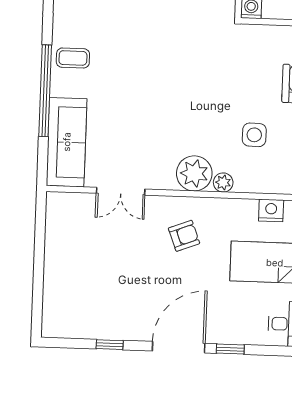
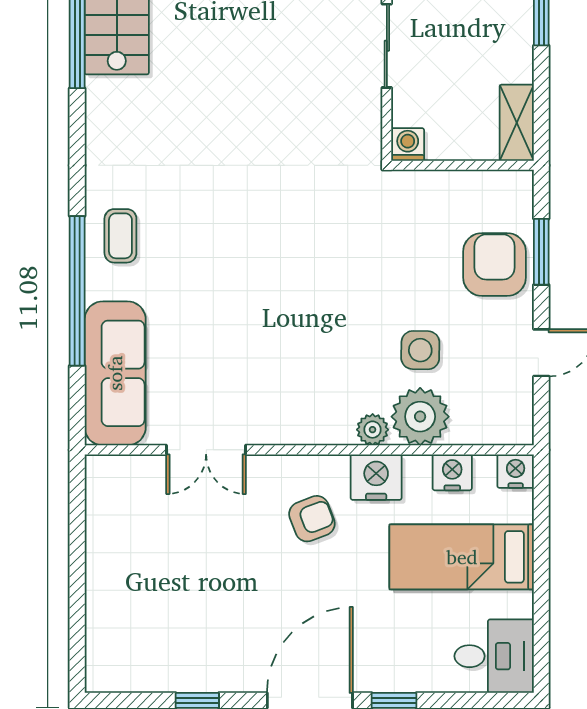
coffee table: (73, 58) -> (120, 236), turned 90
plant: (194, 173) -> (420, 417), moved
nightstand: (224, 212) -> (376, 477), added

